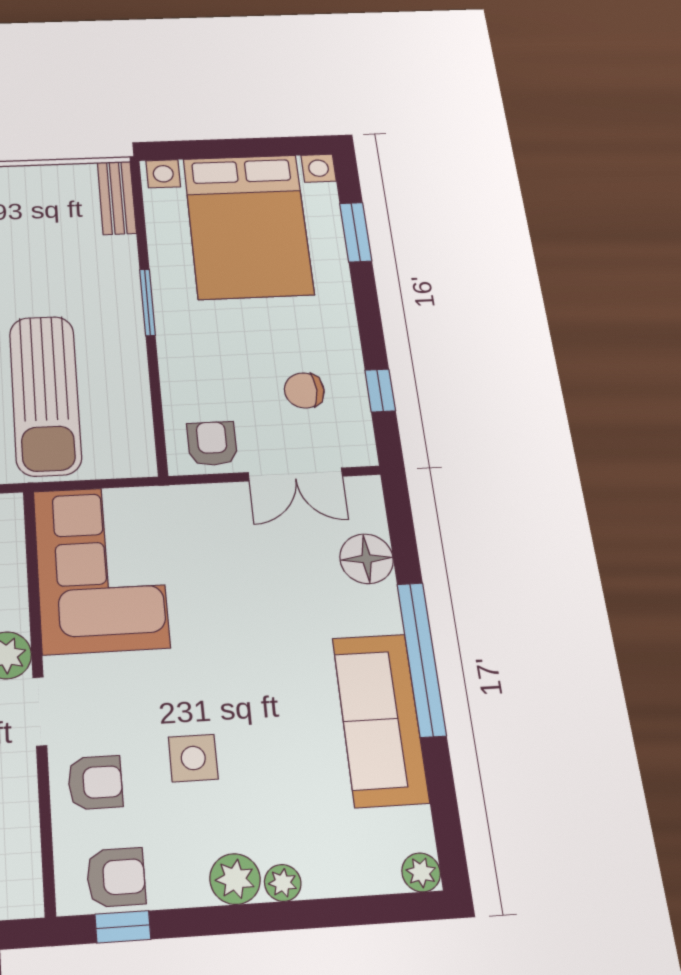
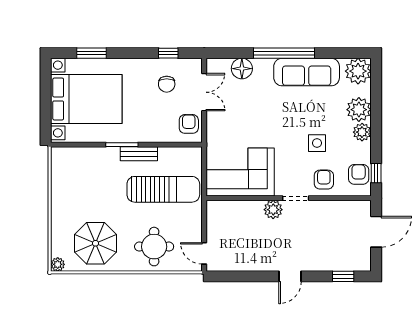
bench: (117, 198) -> (139, 154), moved
armchair: (212, 444) -> (189, 124), turned 90
plant: (421, 872) -> (358, 71), width x1.88, depth x1.88
plant: (283, 883) -> (359, 110), width x1.88, depth x1.88

